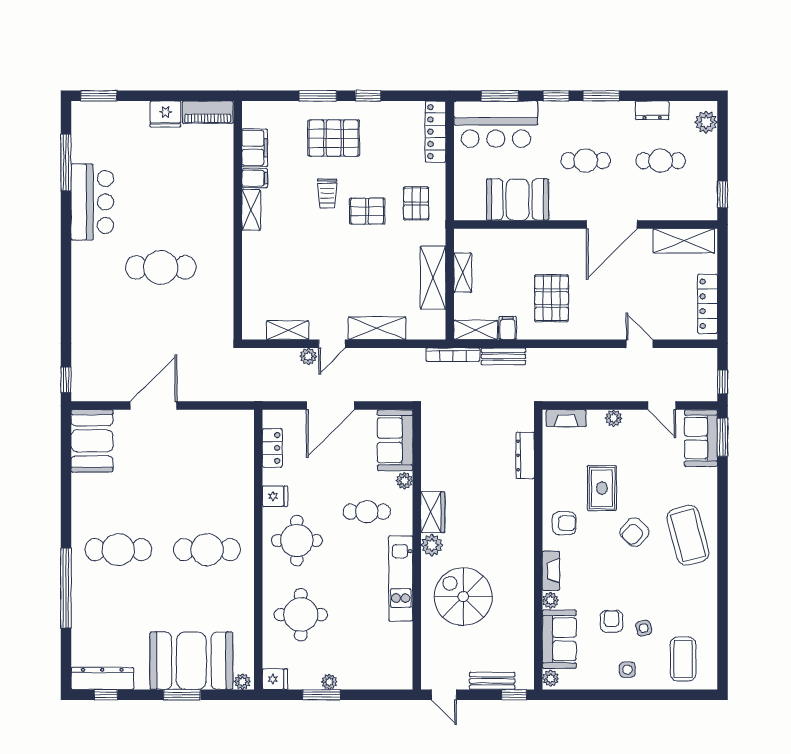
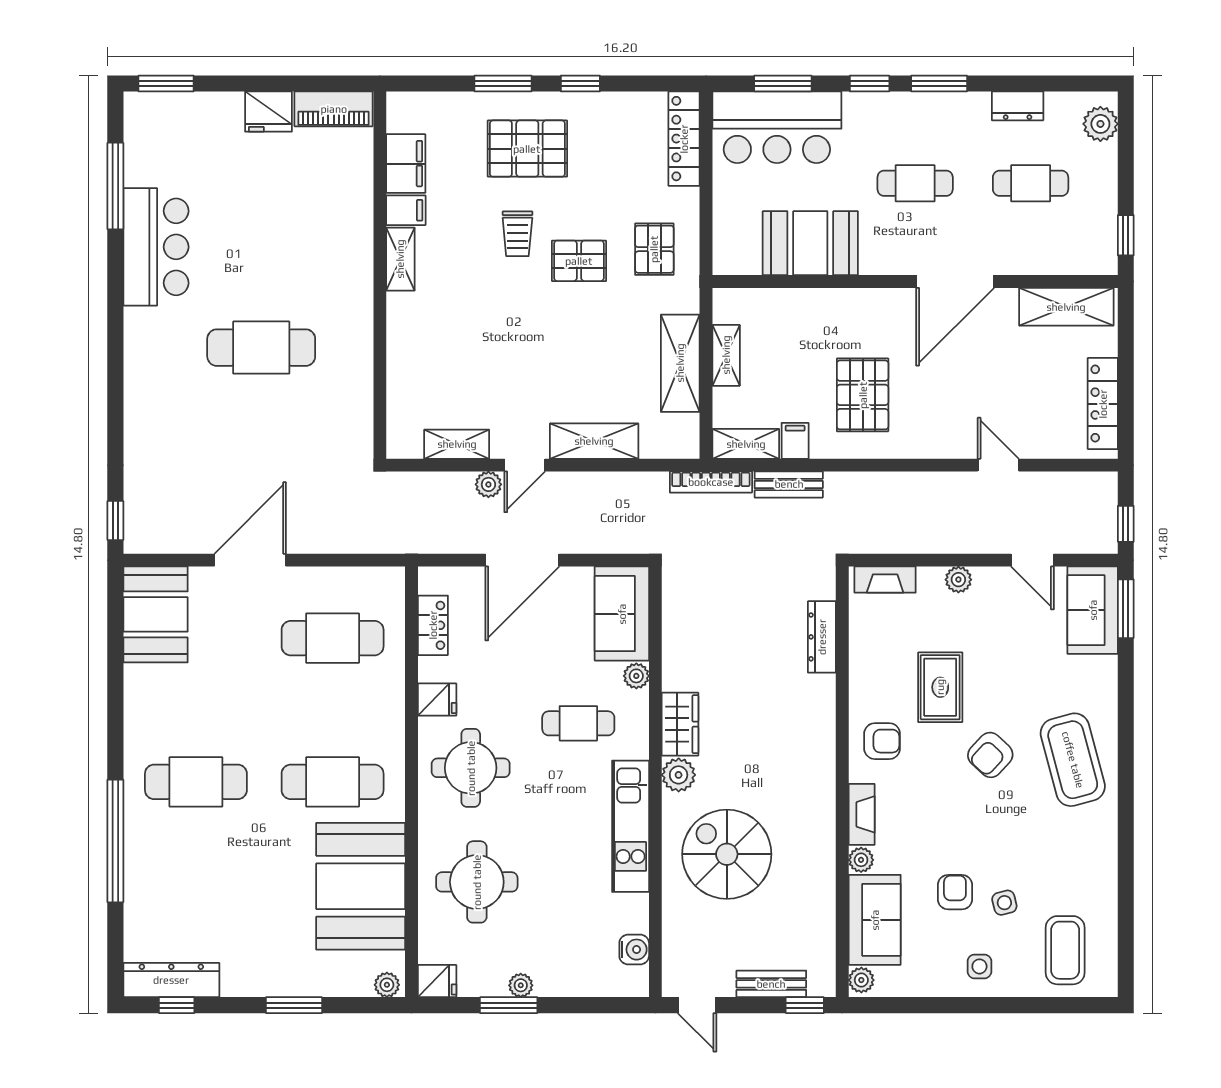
cafe table: (207, 456) -> (333, 638), added
water cooler: (403, 659) -> (634, 950), added
booth: (191, 661) -> (361, 886), moved, turned 90

